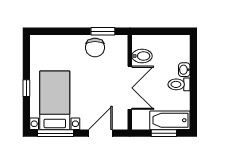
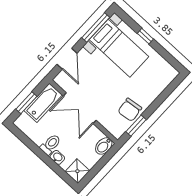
shower: (180, 44) -> (77, 171), added
chair: (95, 48) -> (130, 110), turned -97
bidet: (142, 56) -> (104, 146), moved
bathtub: (170, 120) -> (43, 103), moved

